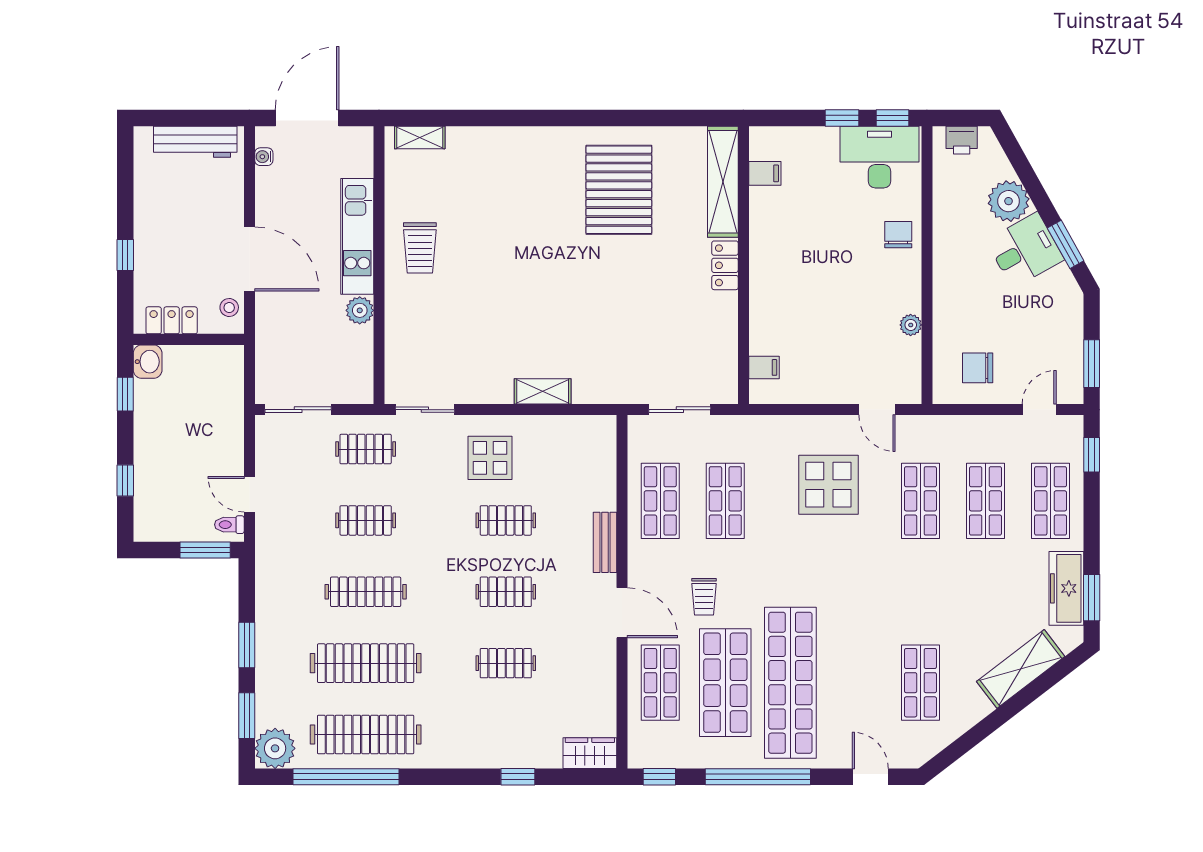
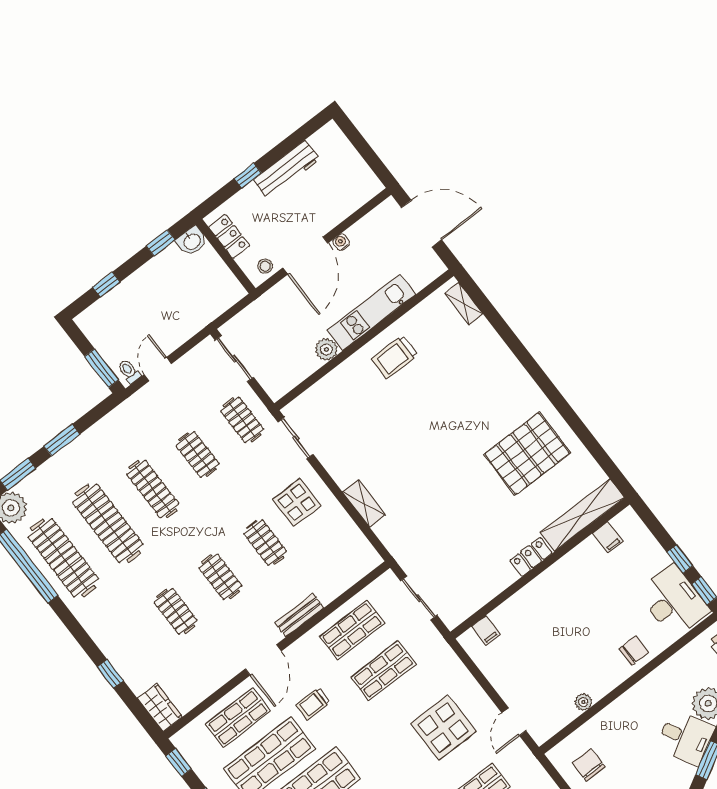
workbench: (195, 142) -> (287, 169), moved, turned -90
water cooler: (264, 157) -> (341, 242), moved

